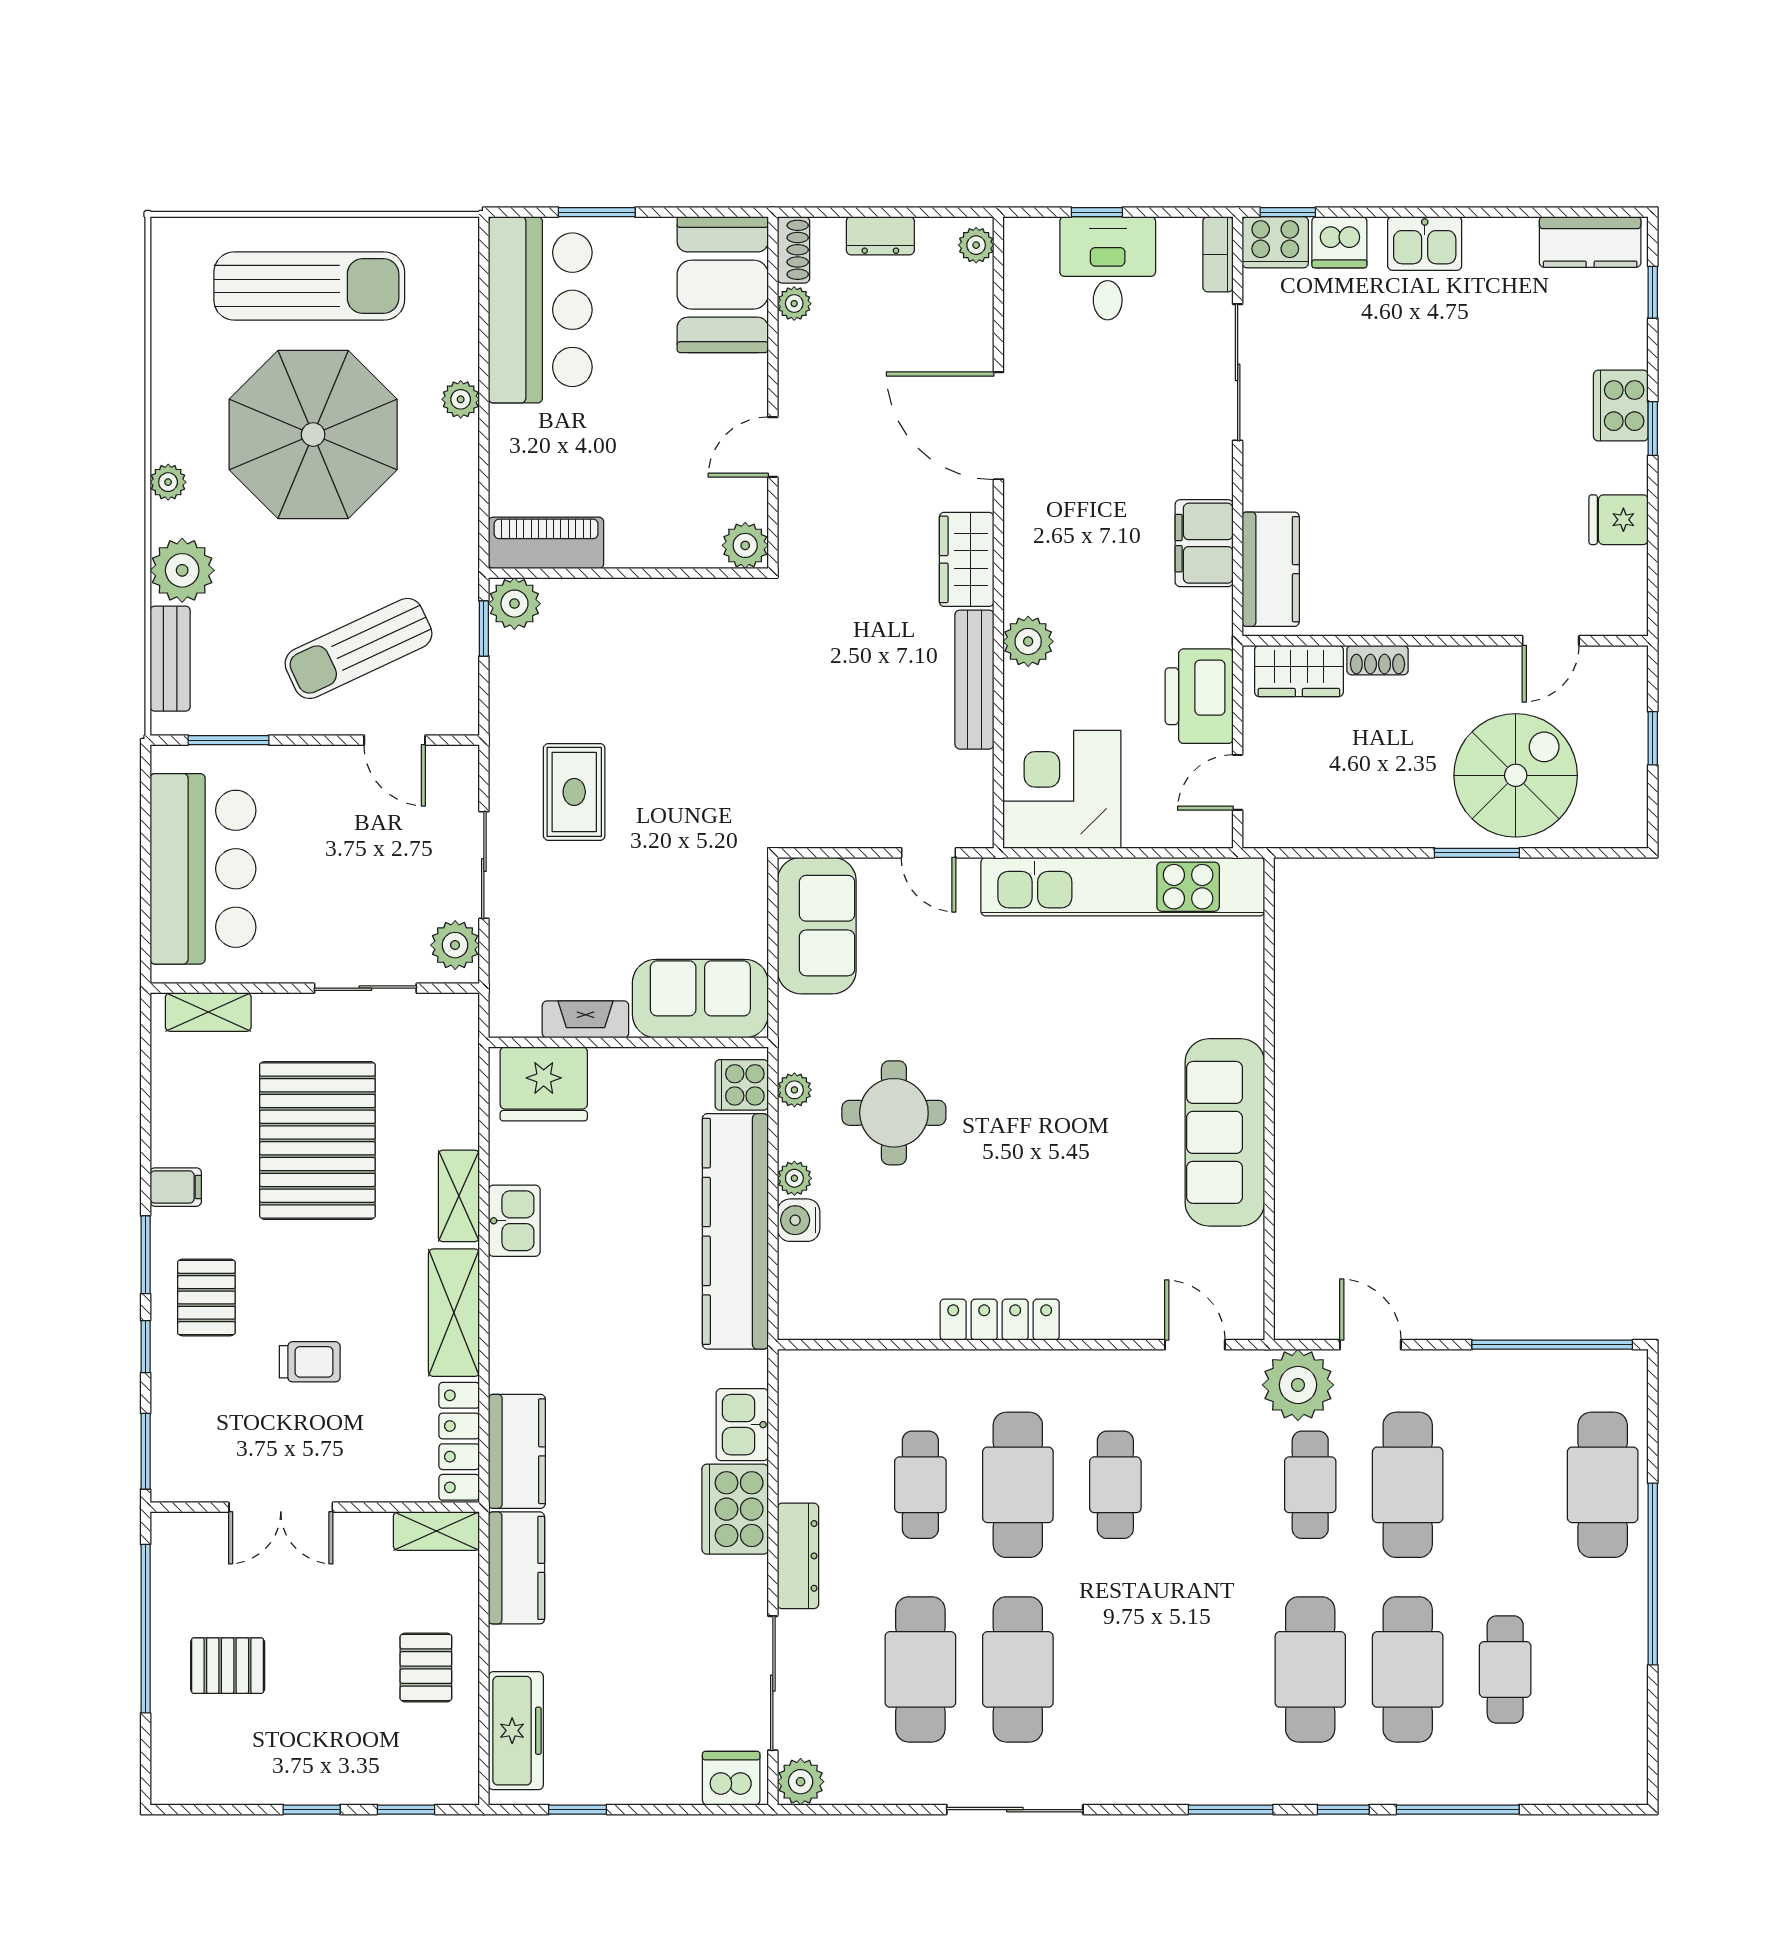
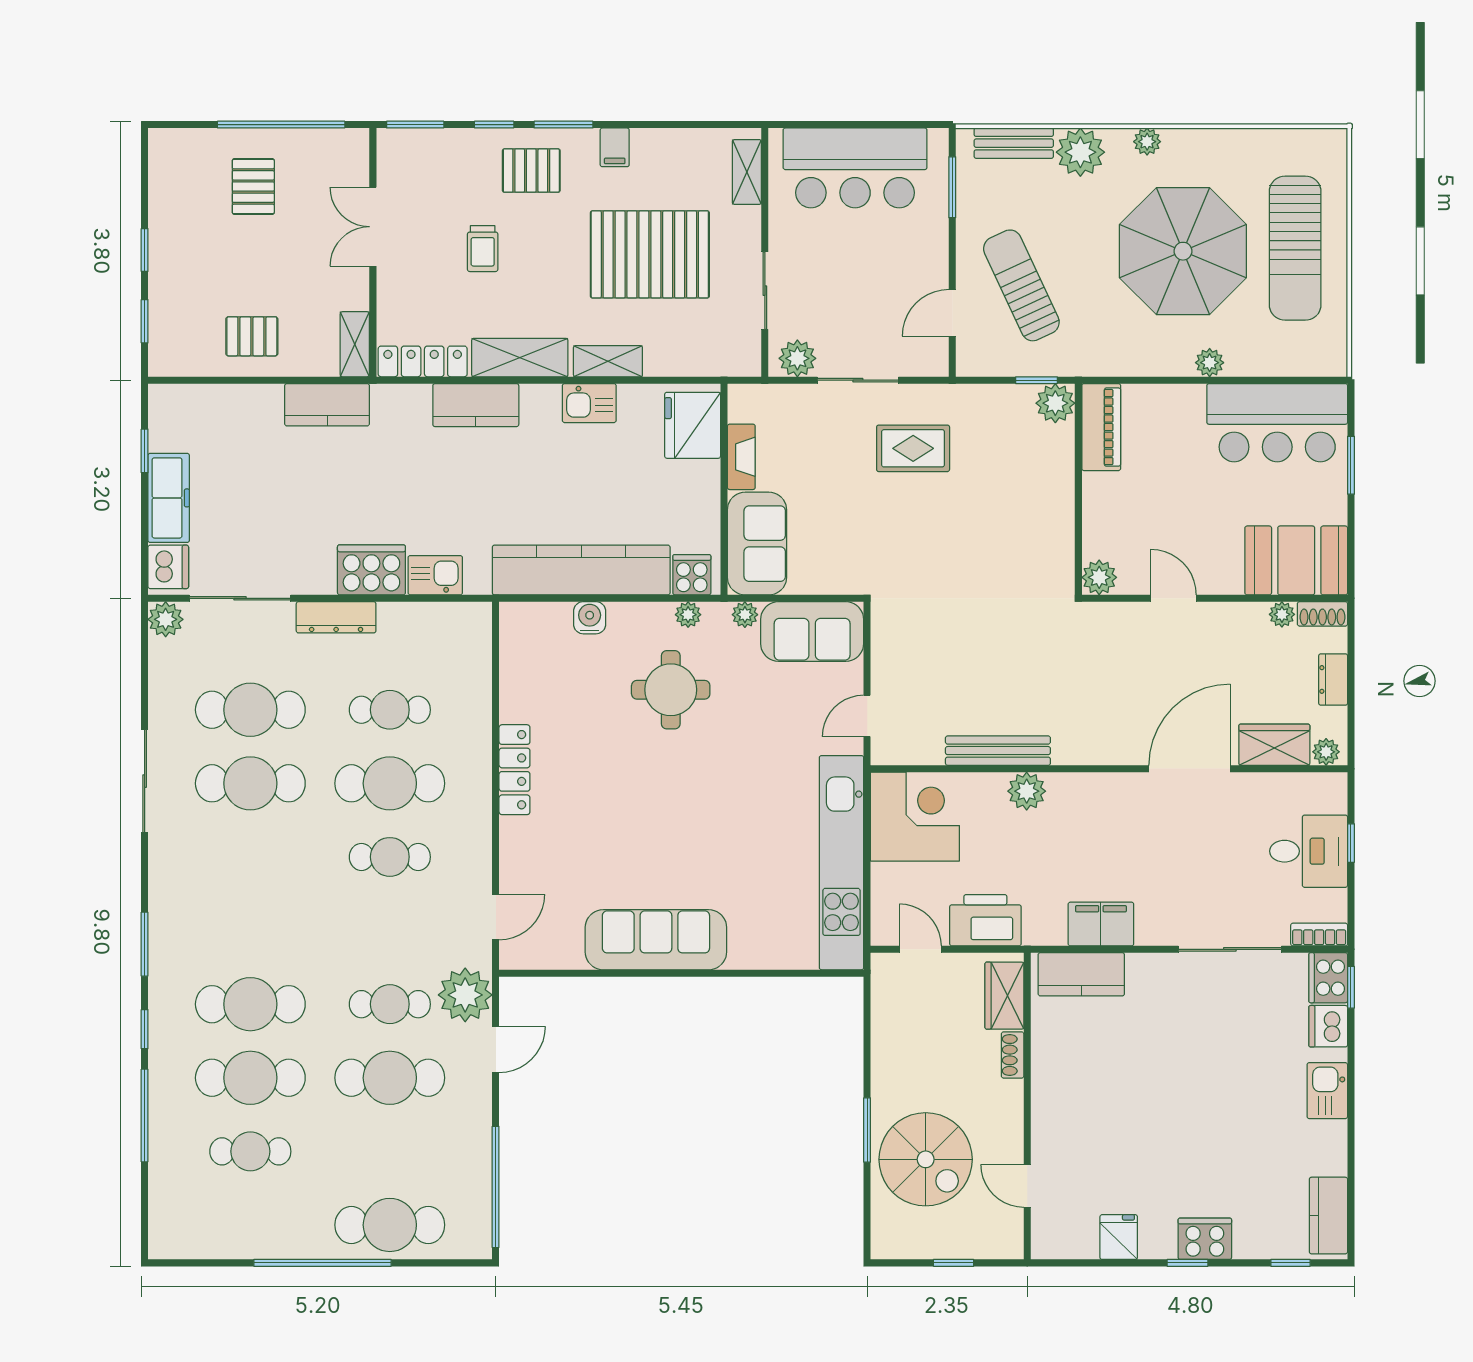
wardrobe: (967, 559) -> (1274, 745), moved
plant: (794, 1178) -> (745, 615), moved
kitchen counter: (517, 1451) -> (476, 405), moved
freezer: (516, 1731) -> (169, 498), moved, turned -90

